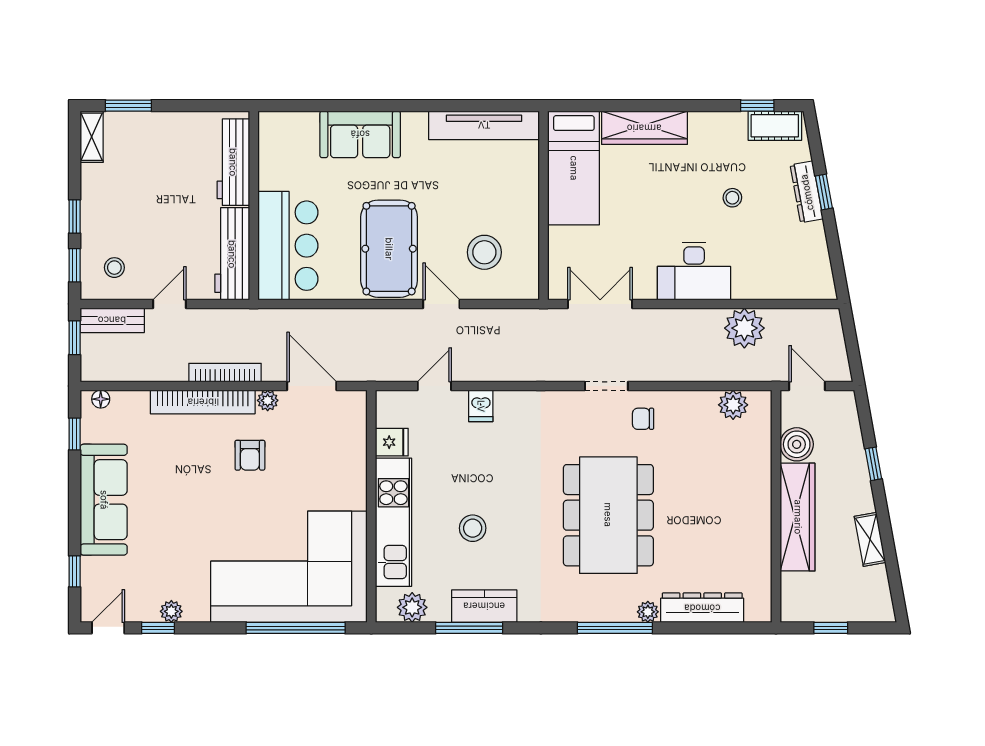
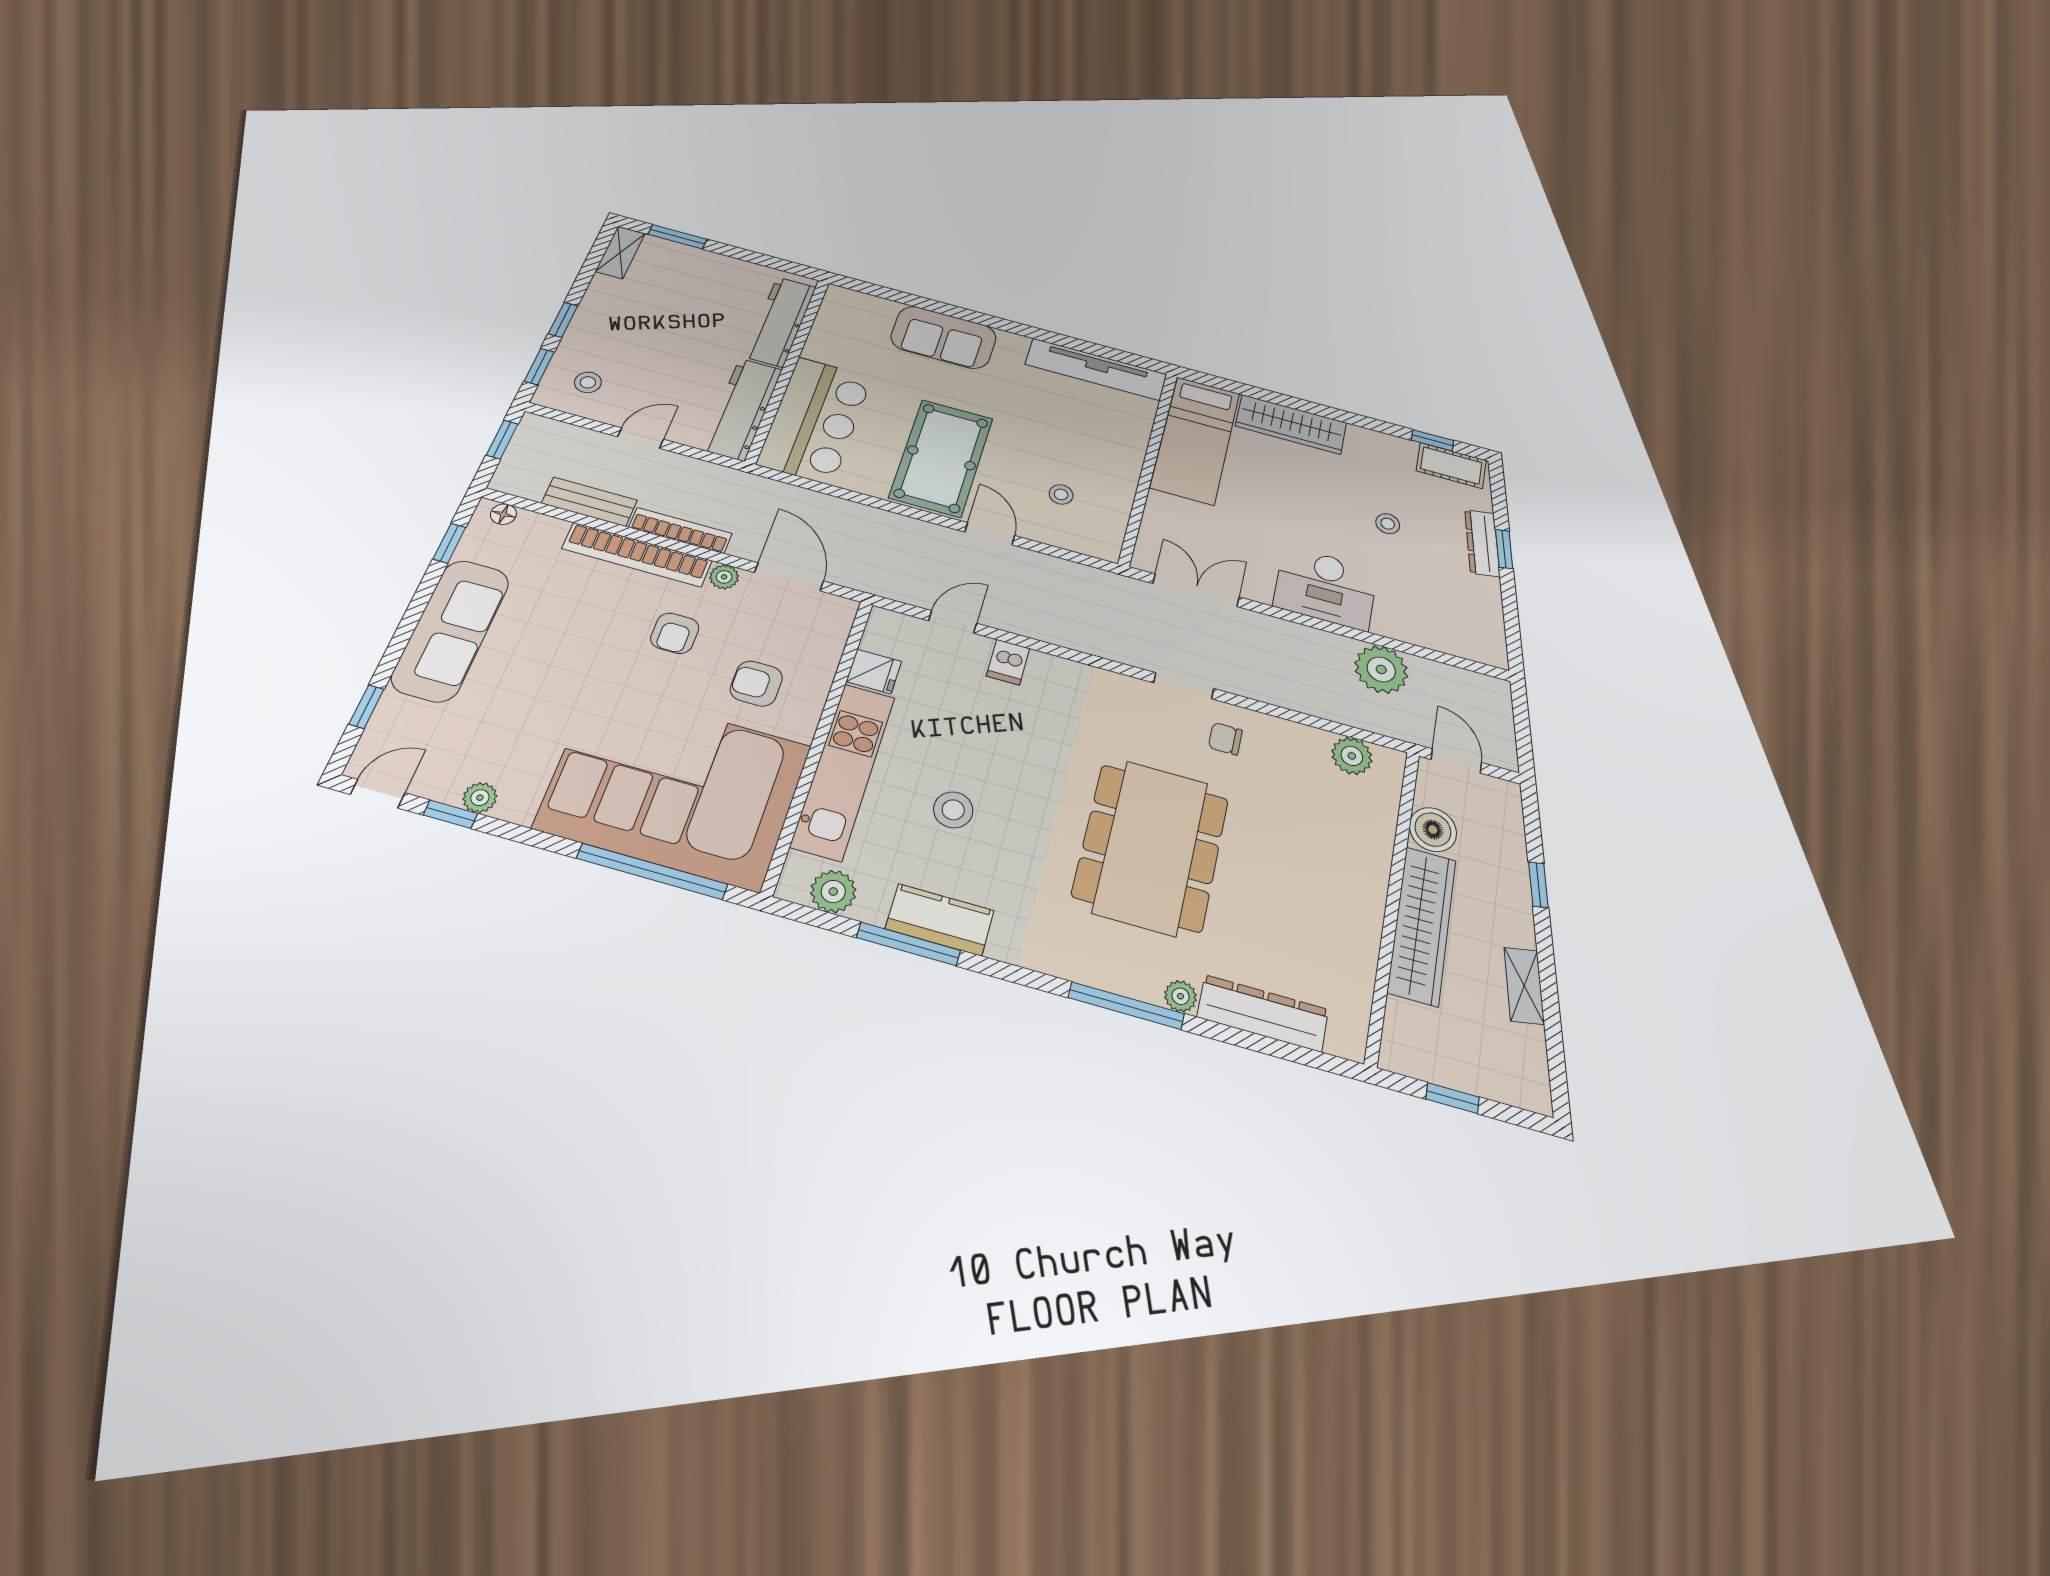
stool: (484, 252) -> (1061, 494), width x0.53, depth x0.53
bench: (112, 320) -> (589, 502), moved
armchair: (317, 476) -> (756, 684), added

